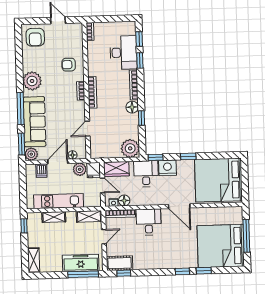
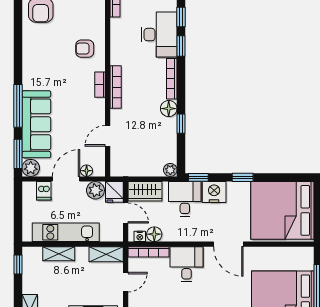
plant: (32, 81) -> (35, 69), removed
plant: (130, 148) -> (170, 170), width x0.53, depth x0.53

